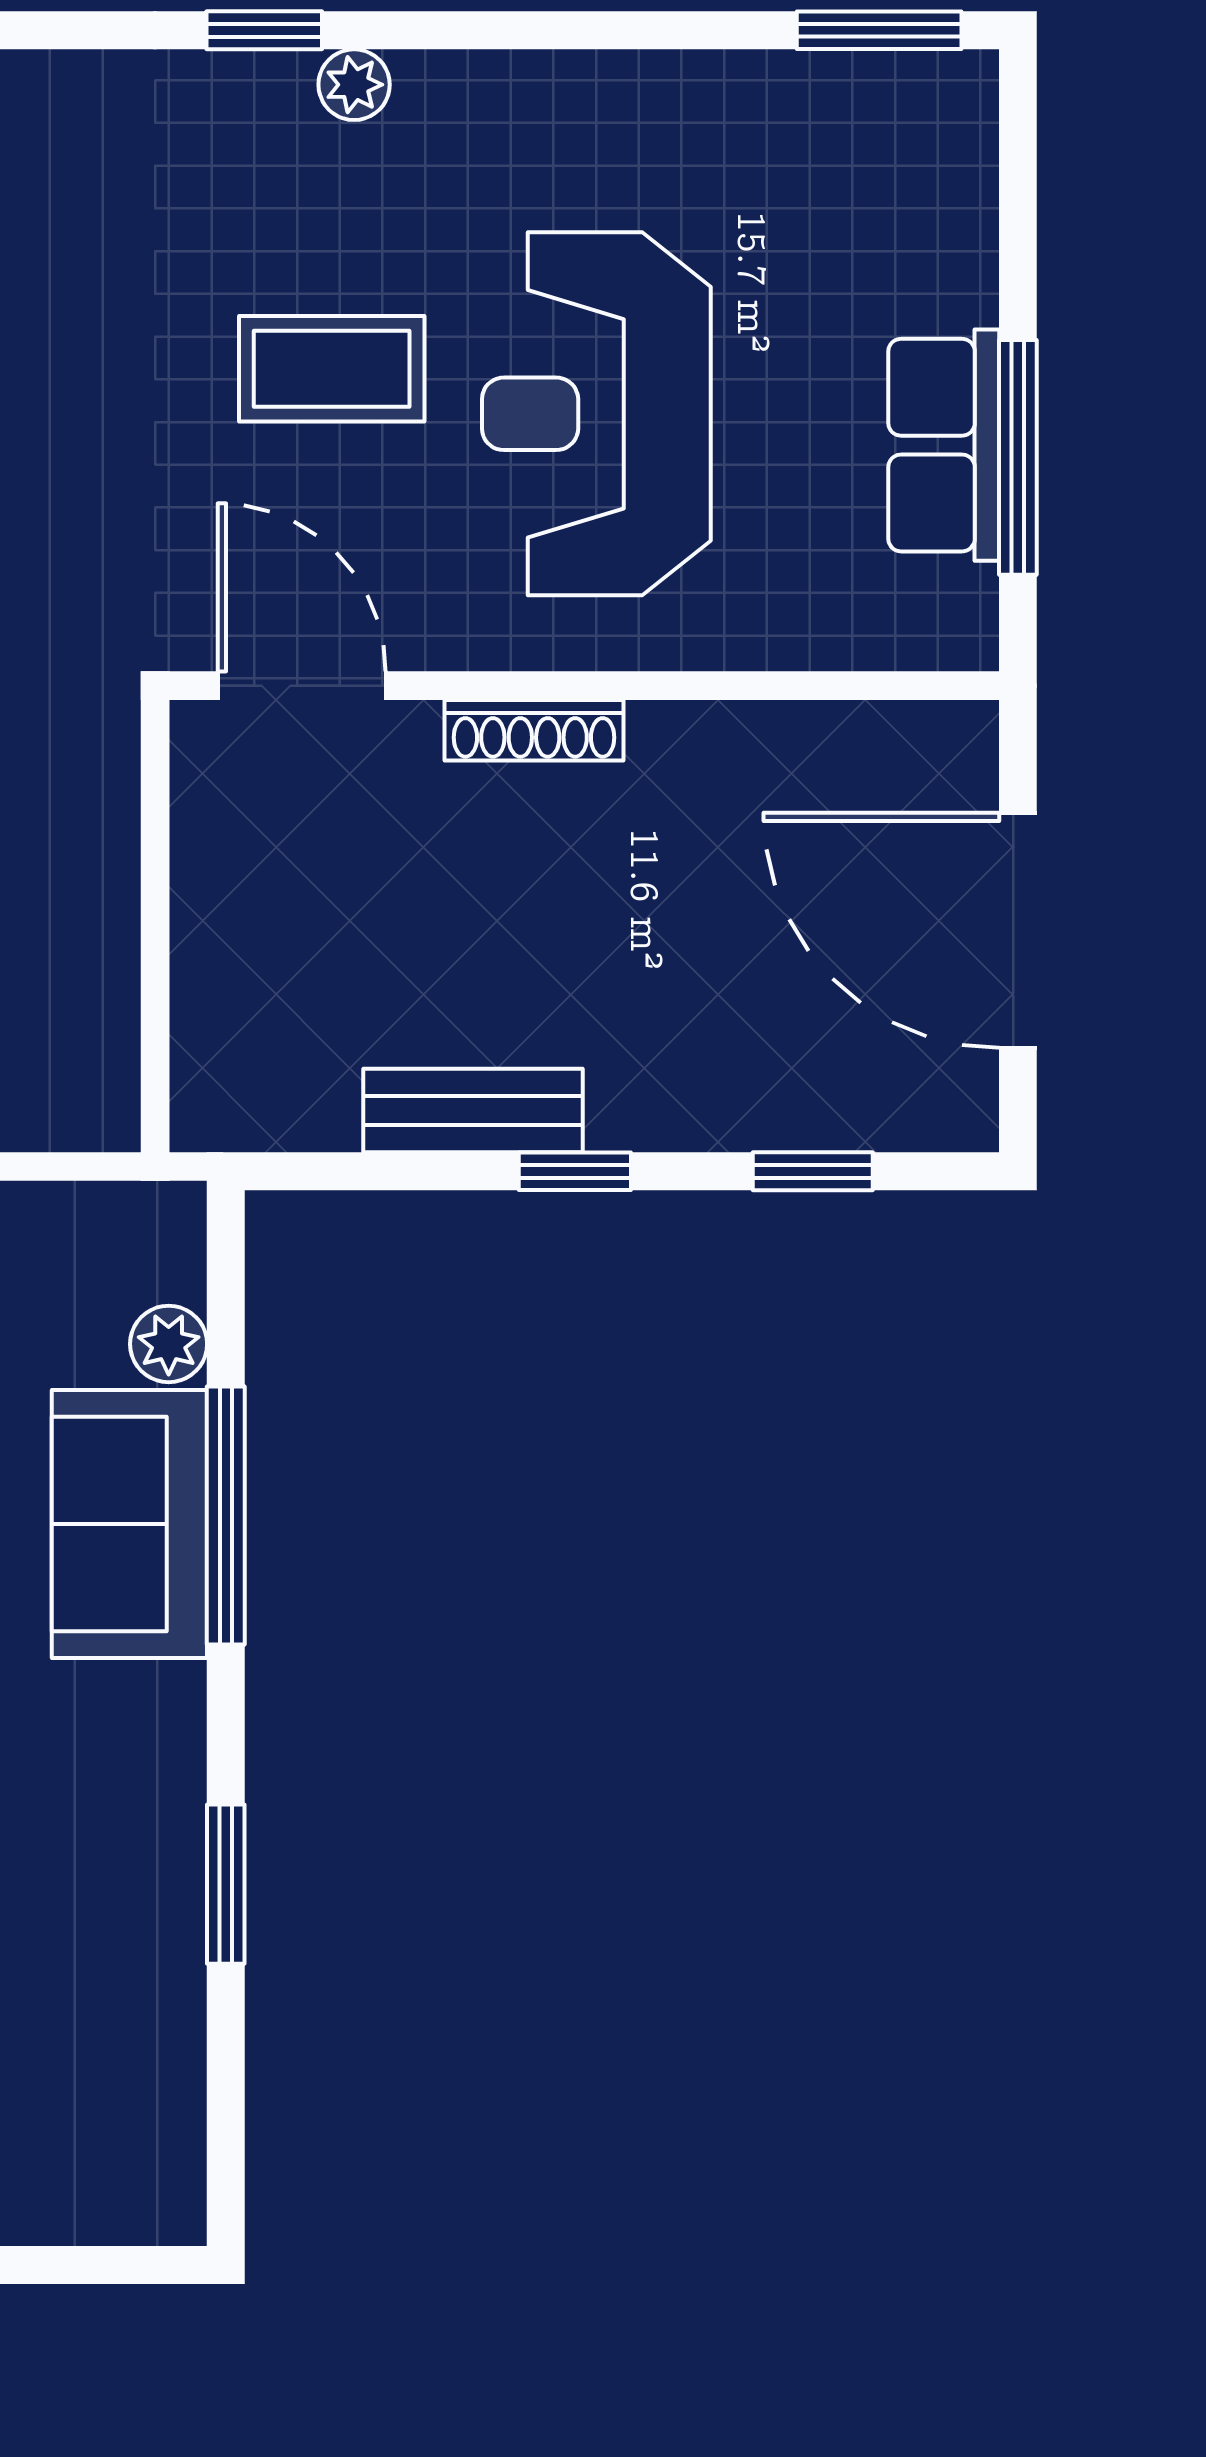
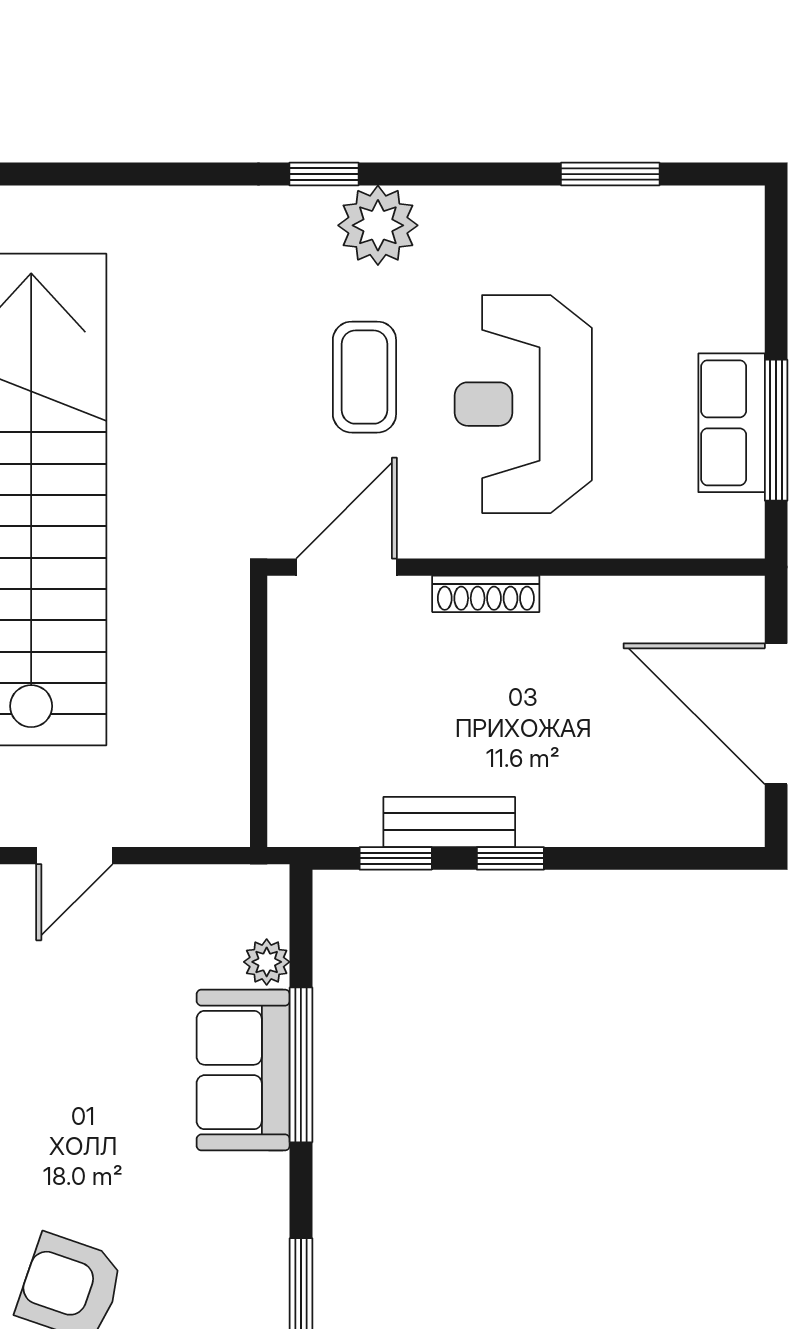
window: (879, 30) -> (610, 174), moved
plant: (354, 85) -> (378, 225), width x1.88, depth x1.88
coffee table: (332, 369) -> (364, 377), turned 90
door: (302, 686) -> (346, 567), hinge flipped
window: (813, 1171) -> (396, 858), moved

